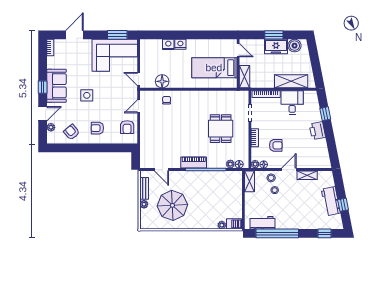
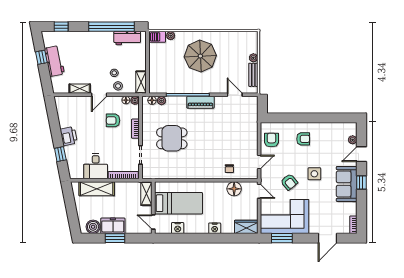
nightstand: (168, 44) -> (178, 228), moved
wardrobe: (151, 45) -> (246, 227), added
dining table: (221, 129) -> (172, 138), turned 90
armchair: (72, 132) -> (289, 182), moved
parasol: (172, 205) -> (200, 56), moved

